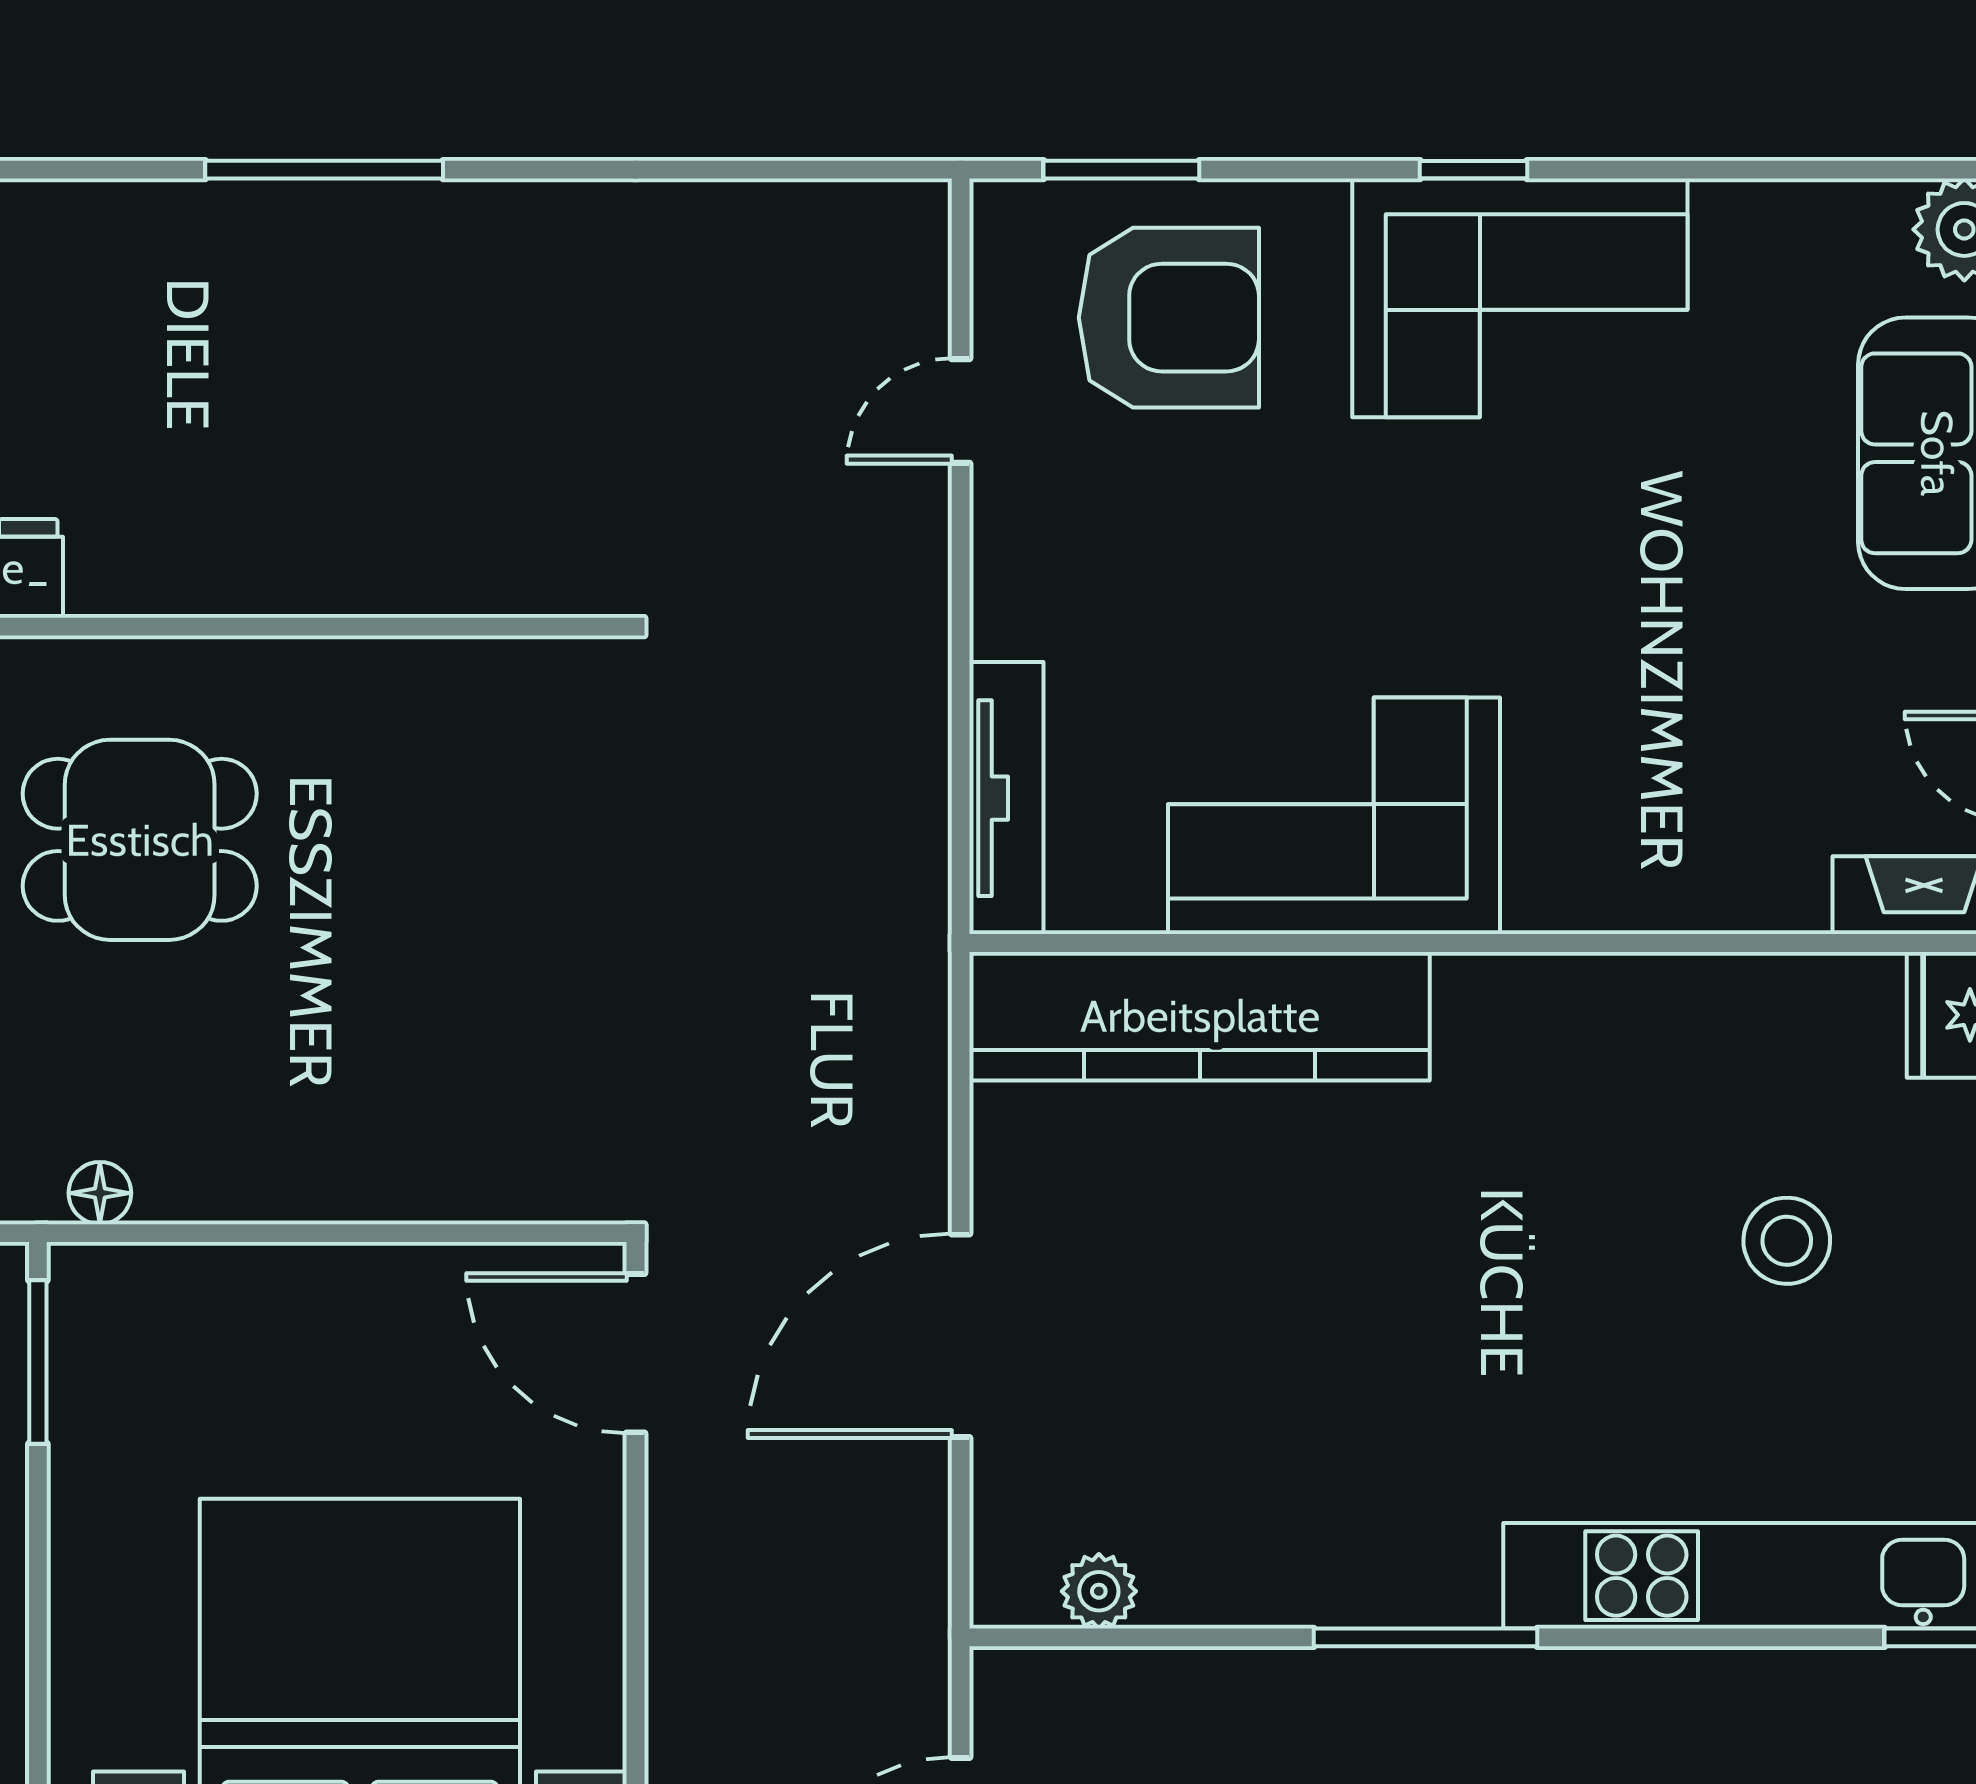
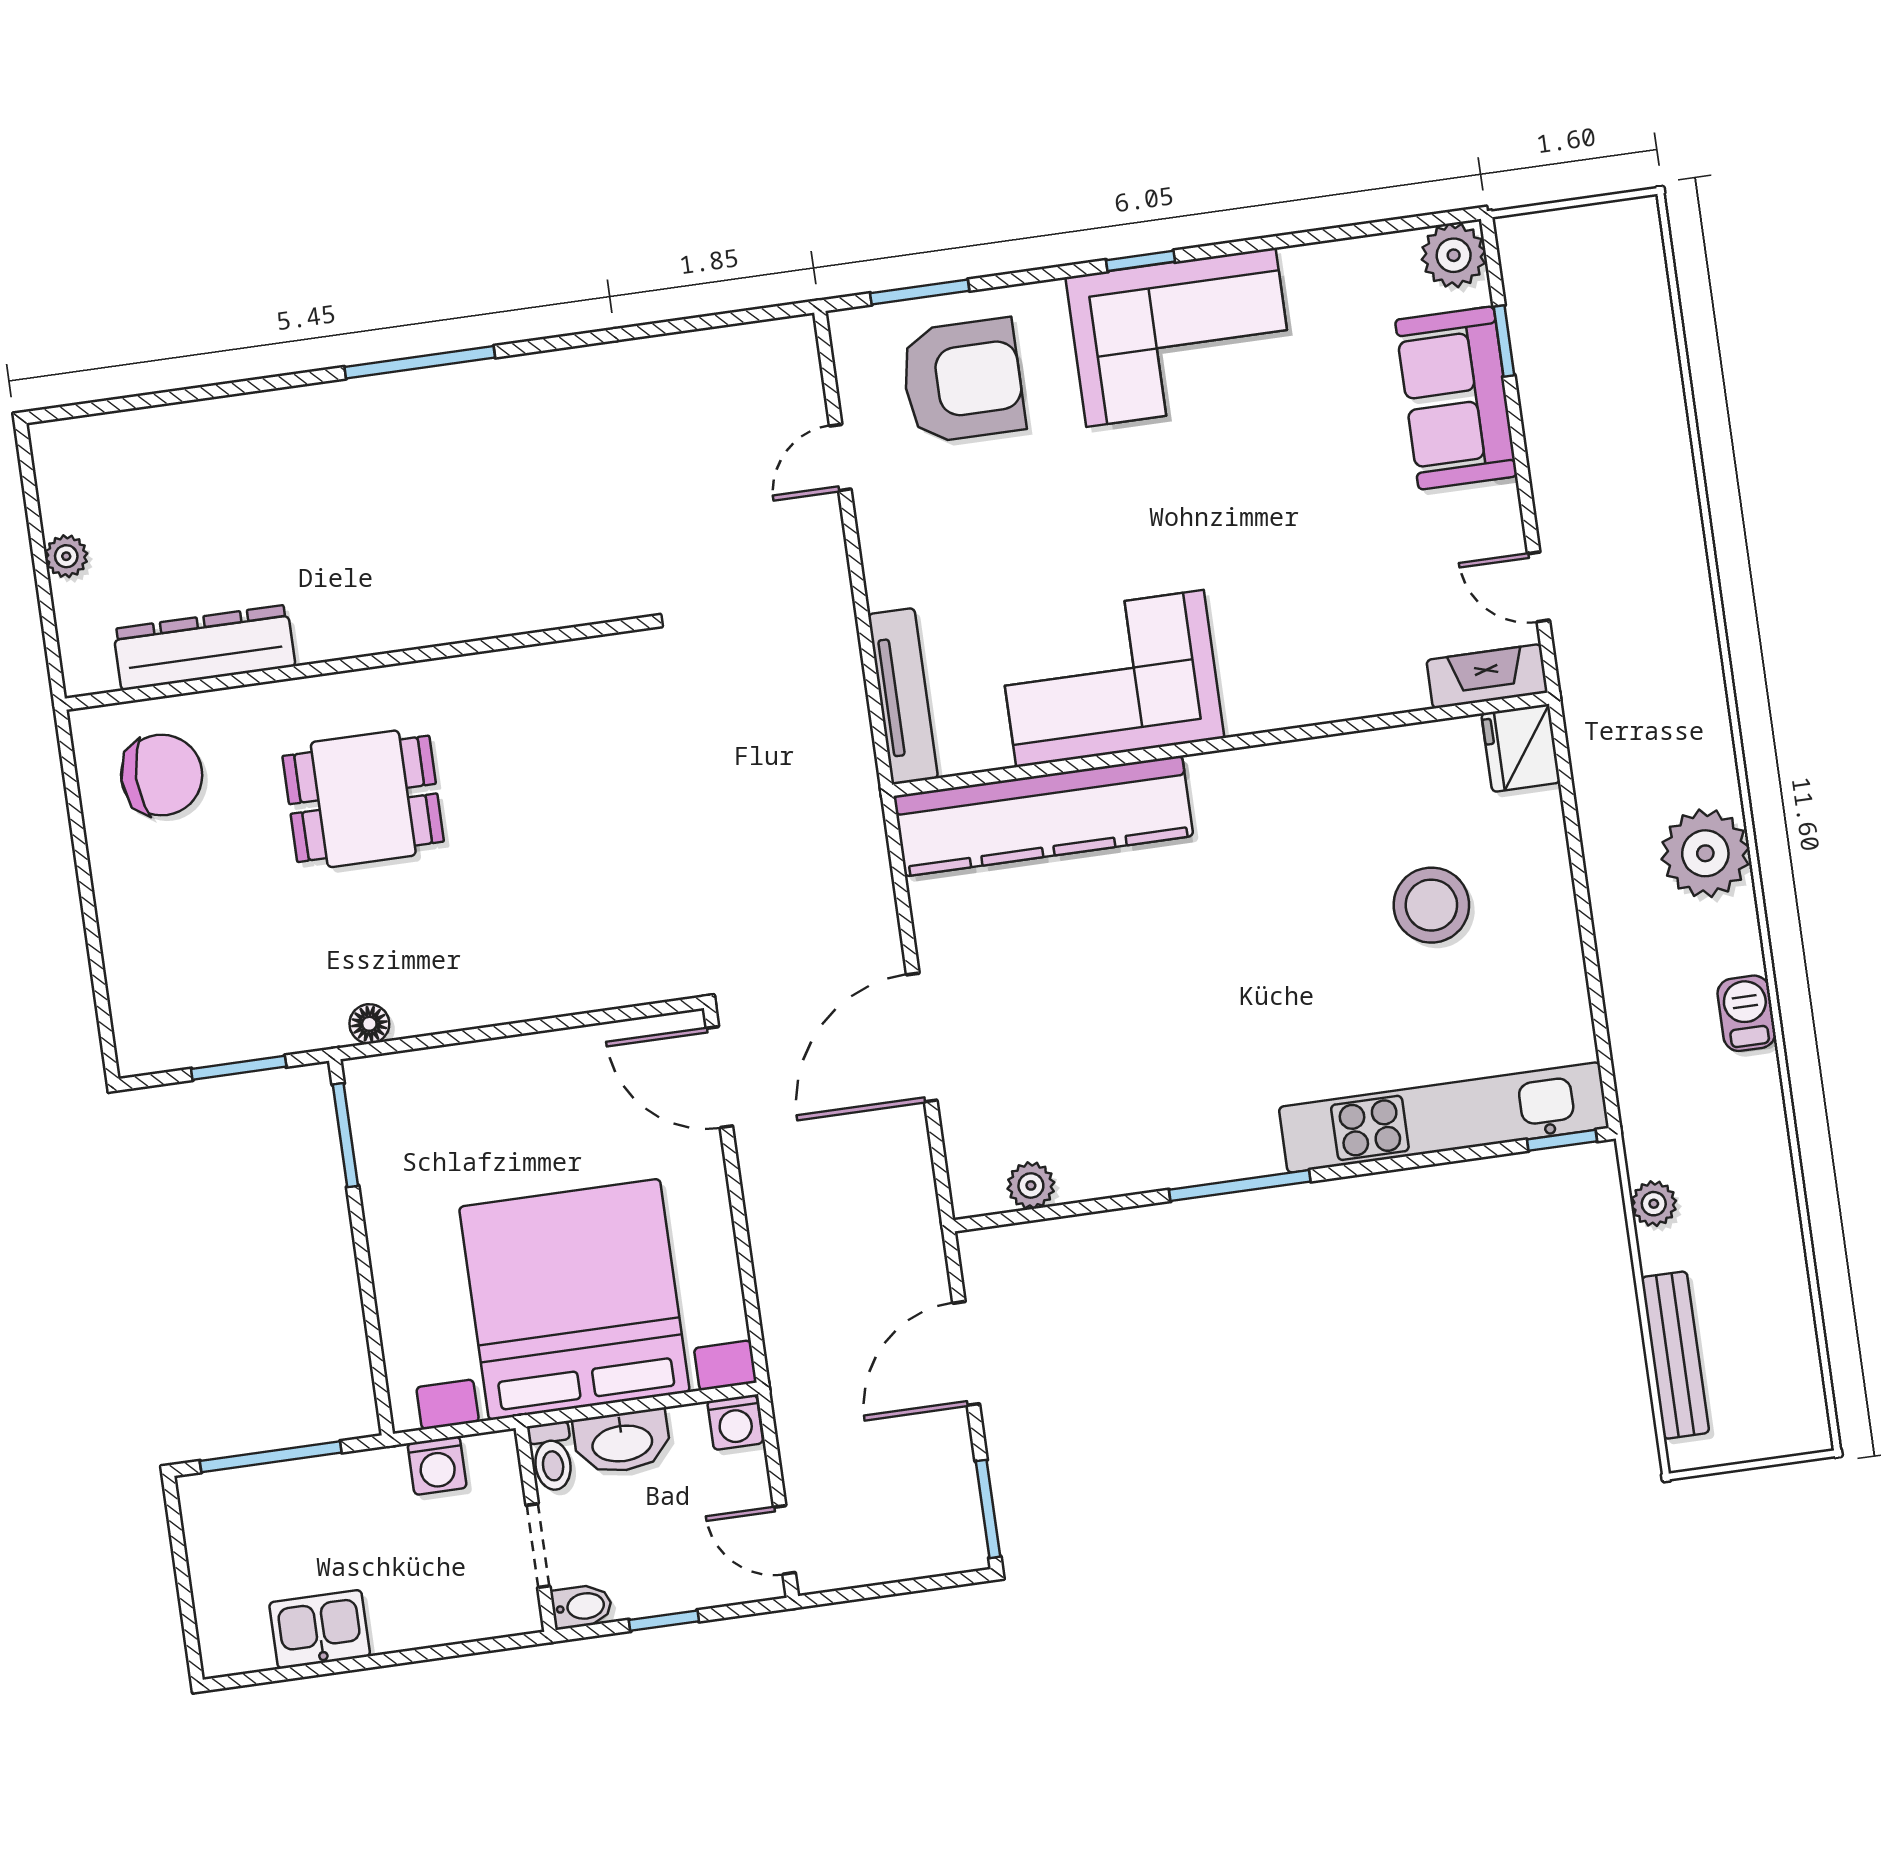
stool: (1787, 1241) -> (1431, 905), width x1.38, depth x1.38

